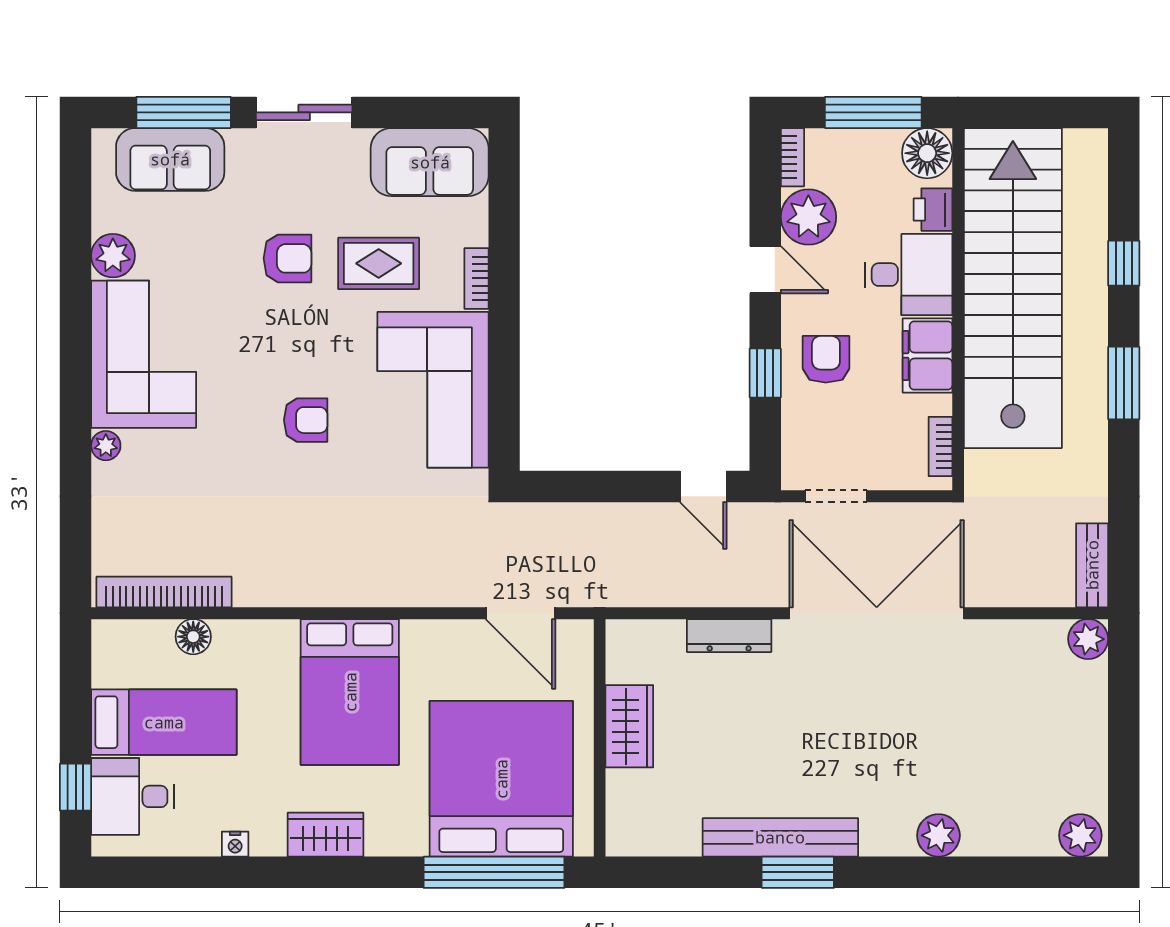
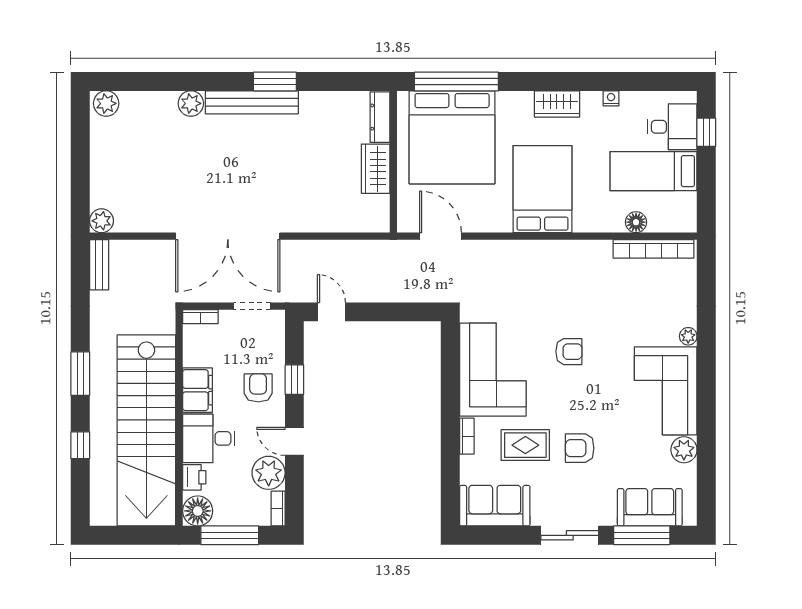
armchair: (826, 359) -> (258, 388), turned 180
armchair: (306, 420) -> (569, 352), turned 180
bookcase: (940, 446) -> (200, 317), moved, turned 90
dresser: (729, 636) -> (380, 117), moved, turned -90
bench: (780, 837) -> (252, 102), moved

